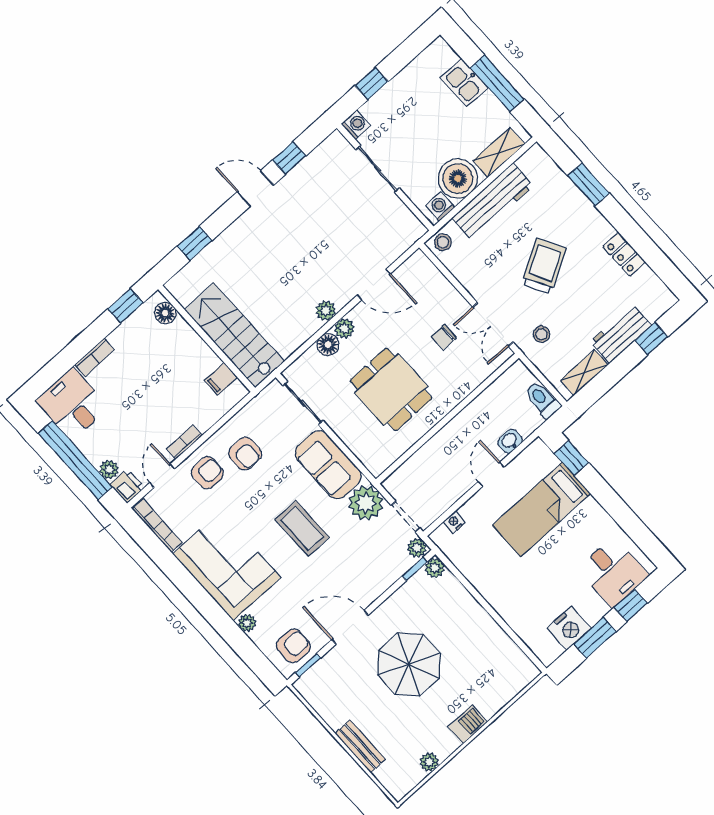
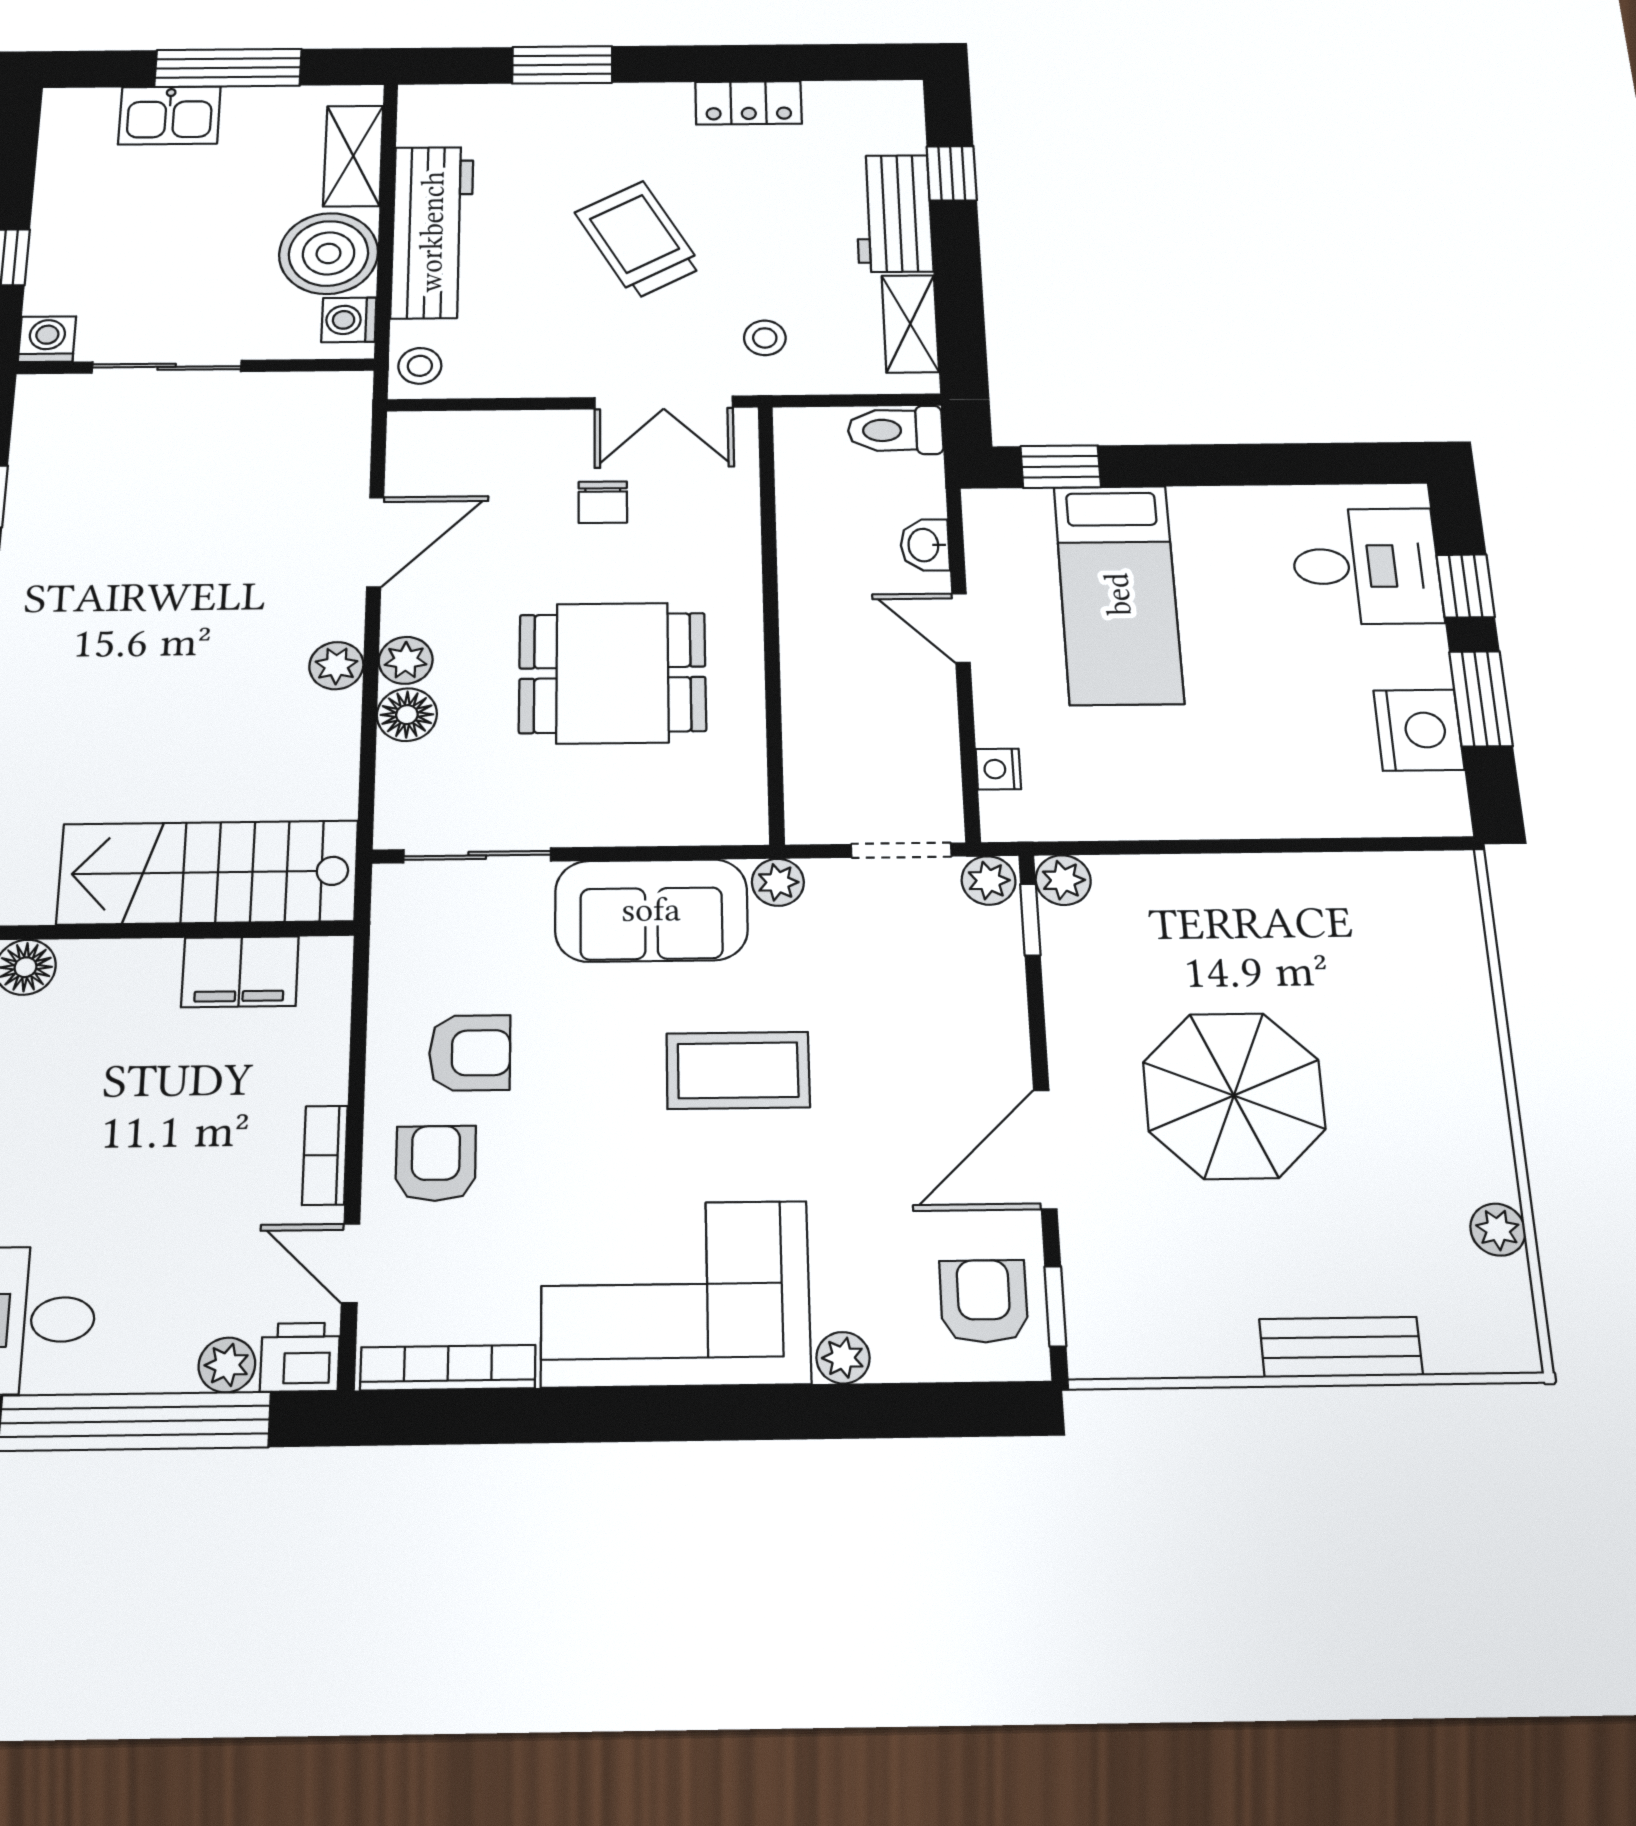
filing cabinet: (221, 379) -> (240, 972), width x2.00
plant: (366, 503) -> (778, 882), width x0.53, depth x0.53
barbecue: (468, 724) -> (1473, 1084), removed

